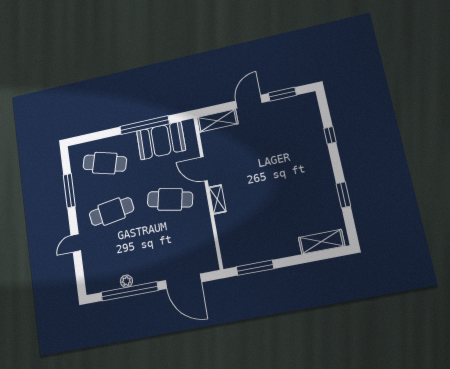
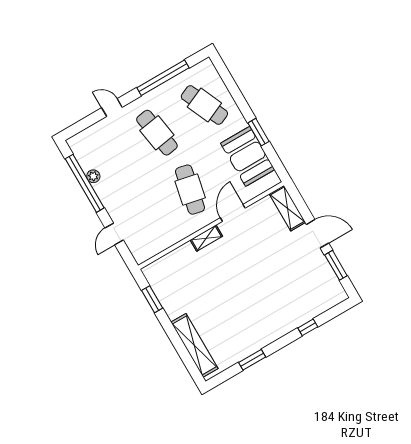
window: (145, 125) -> (258, 132), width x0.47
cafe table: (105, 163) -> (204, 105), turned -39
window: (69, 191) -> (163, 78), width x1.46
shelving: (322, 242) -> (194, 345), width x1.47
window: (255, 268) -> (152, 299), width x0.69
door: (183, 281) -> (114, 234), width x0.53

